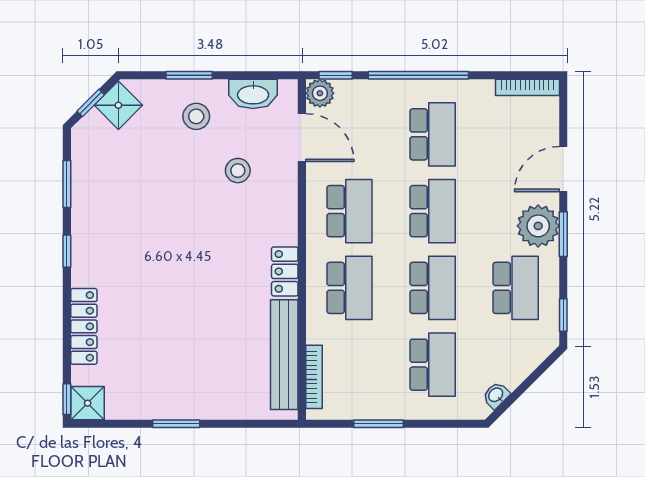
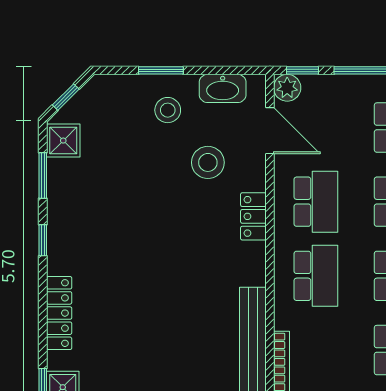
shower: (118, 105) -> (63, 141), moved, turned 45
stool: (238, 171) -> (208, 162), width x1.38, depth x1.38
locker: (285, 271) -> (253, 216), moved

